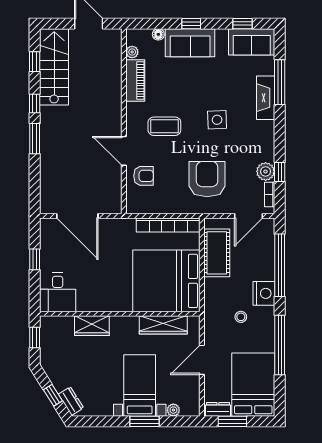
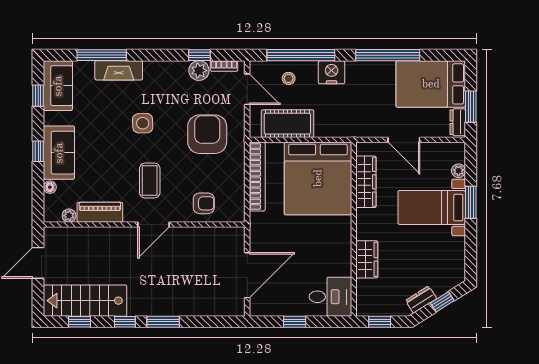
door: (124, 151) -> (154, 225), moved
armchair: (143, 176) -> (204, 203), turned 90
armchair: (207, 179) -> (207, 134), turned 90
stool: (241, 317) -> (289, 78), moved
dresser: (71, 401) -> (421, 300), moved

